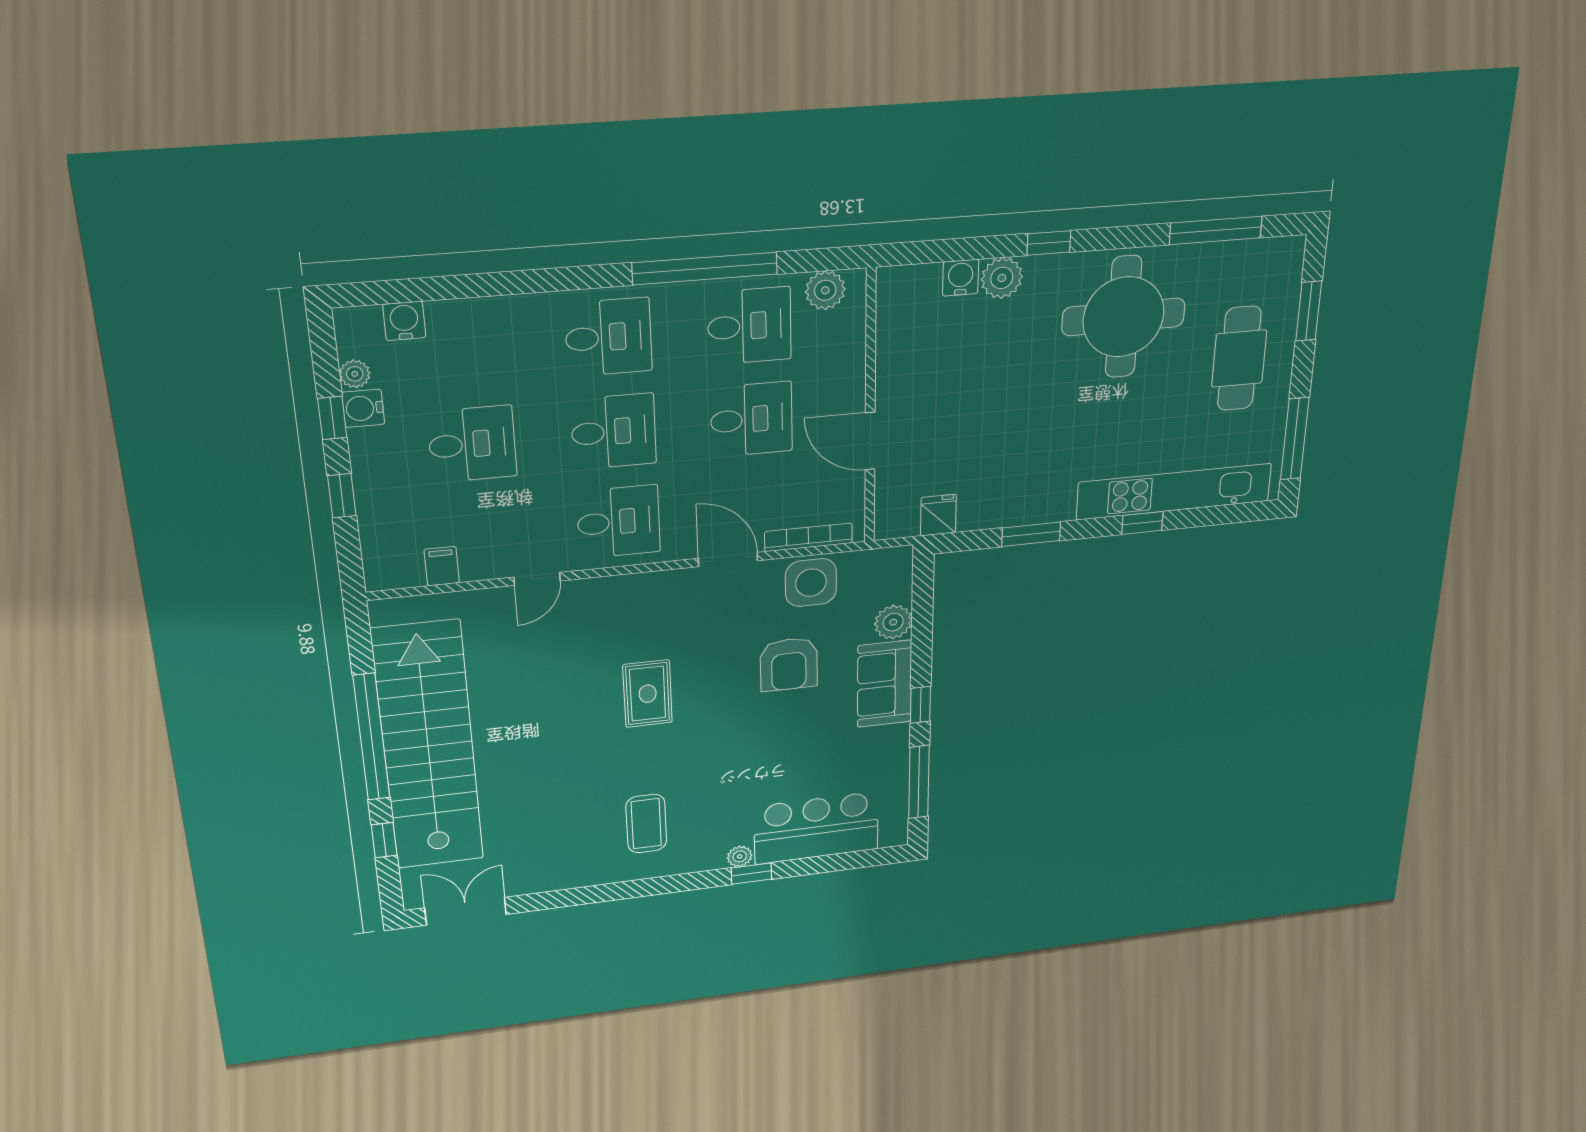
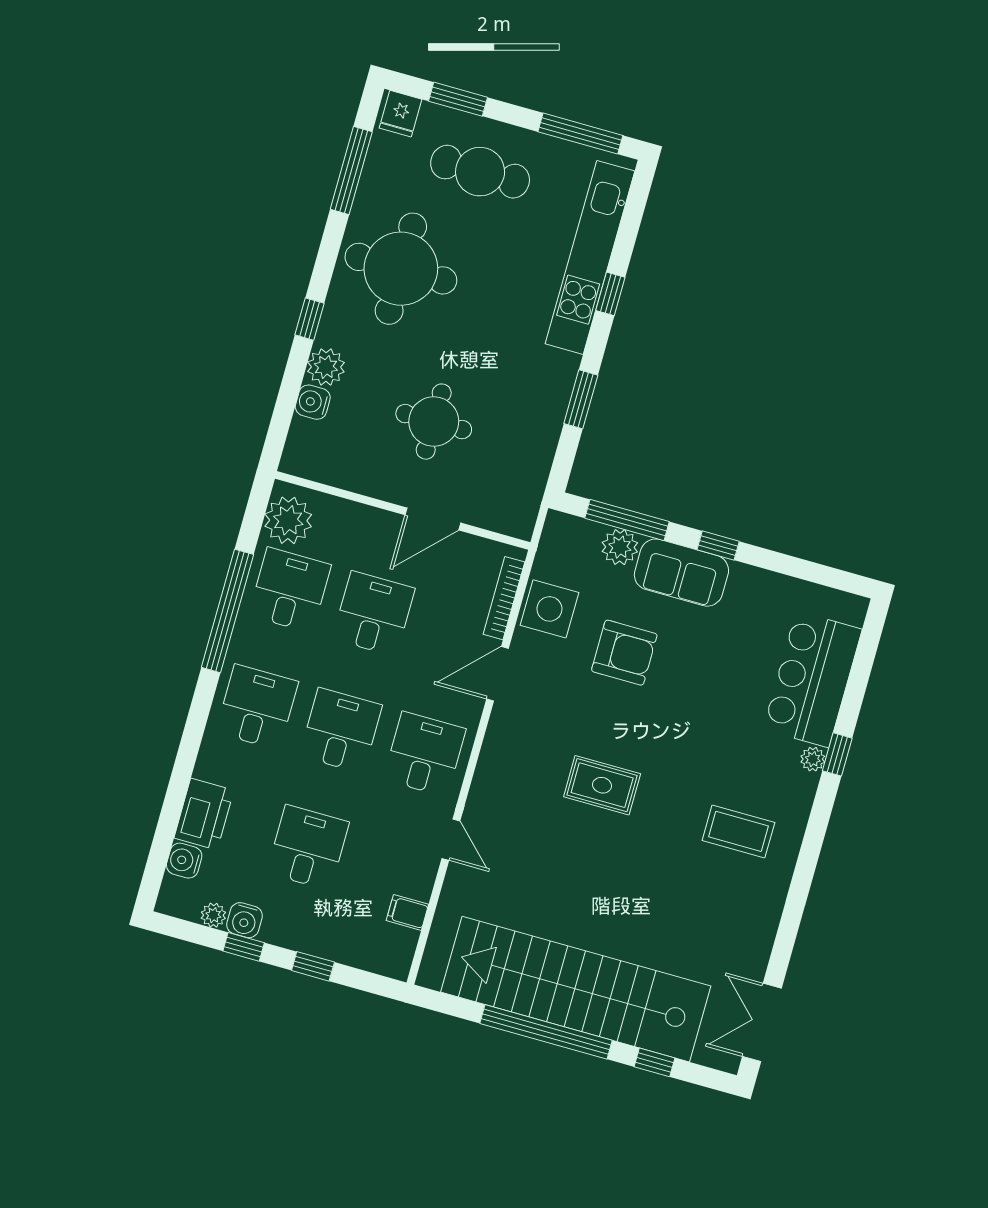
plant: (825, 290) -> (288, 520), width x1.36, depth x1.36
printer: (466, 323) -> (204, 814), added
round table: (972, 406) -> (434, 422), added
fridge: (938, 515) -> (400, 114), moved, turned -90
window: (919, 782) -> (627, 520), moved

